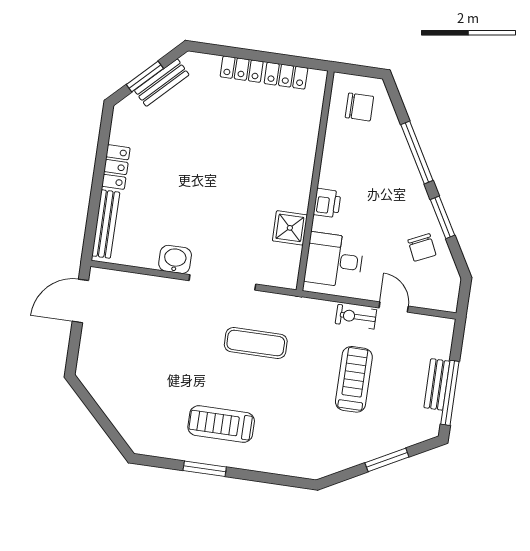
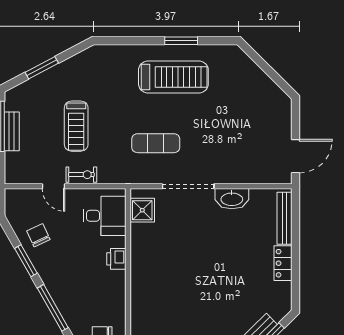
shower: (290, 228) -> (142, 210), moved
washbasin: (175, 259) -> (232, 199), width x1.38
treadmill: (221, 424) -> (173, 77), width x1.37, depth x1.38

